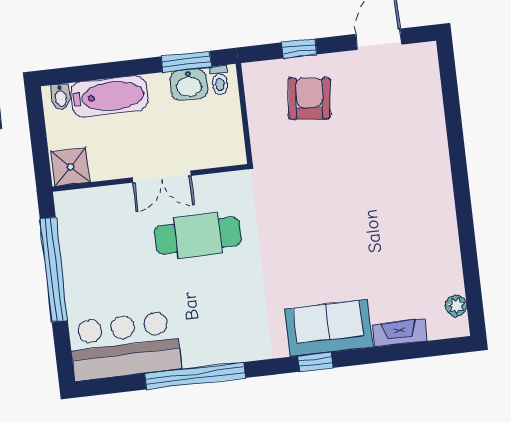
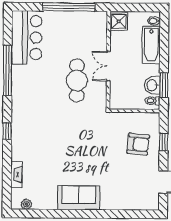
sofa: (329, 328) -> (79, 198), moved, turned -90

